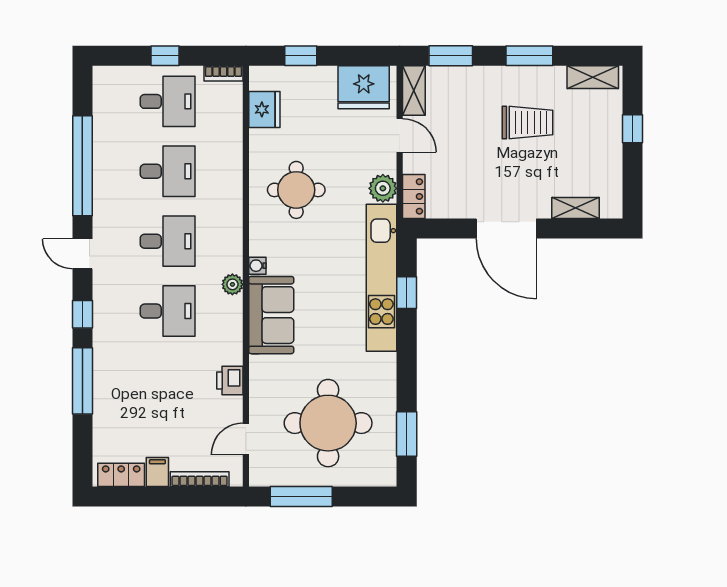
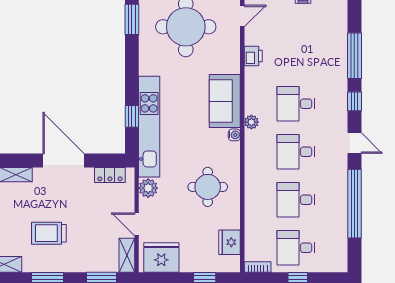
locker: (414, 196) -> (110, 175), moved, turned -90

